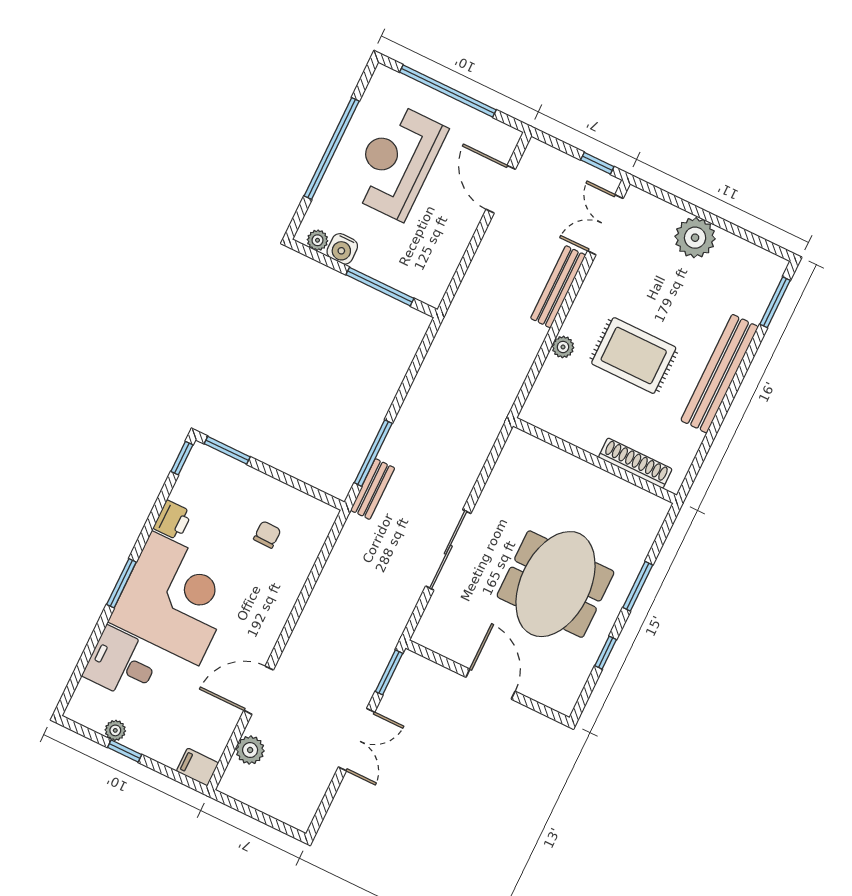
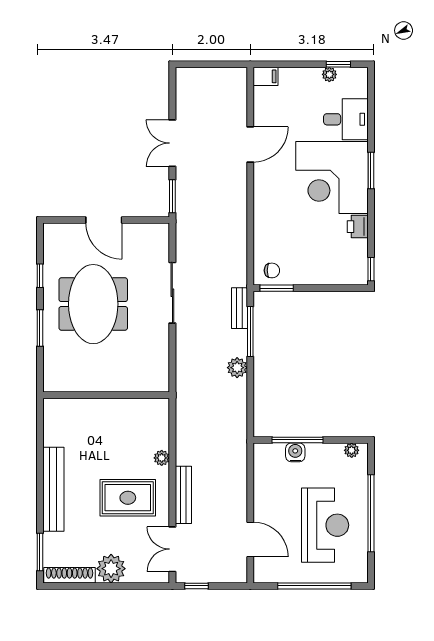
double door: (605, 225) -> (172, 549), swing flipped
water cooler: (342, 249) -> (295, 452), moved
rug: (634, 356) -> (128, 498), moved
window: (227, 450) -> (277, 288), moved
shoe rack: (635, 463) -> (70, 575), moved, turned 180
chair: (267, 535) -> (272, 270), moved, turned -91
plant: (250, 750) -> (237, 368), moved
window: (125, 751) -> (338, 64), moved

